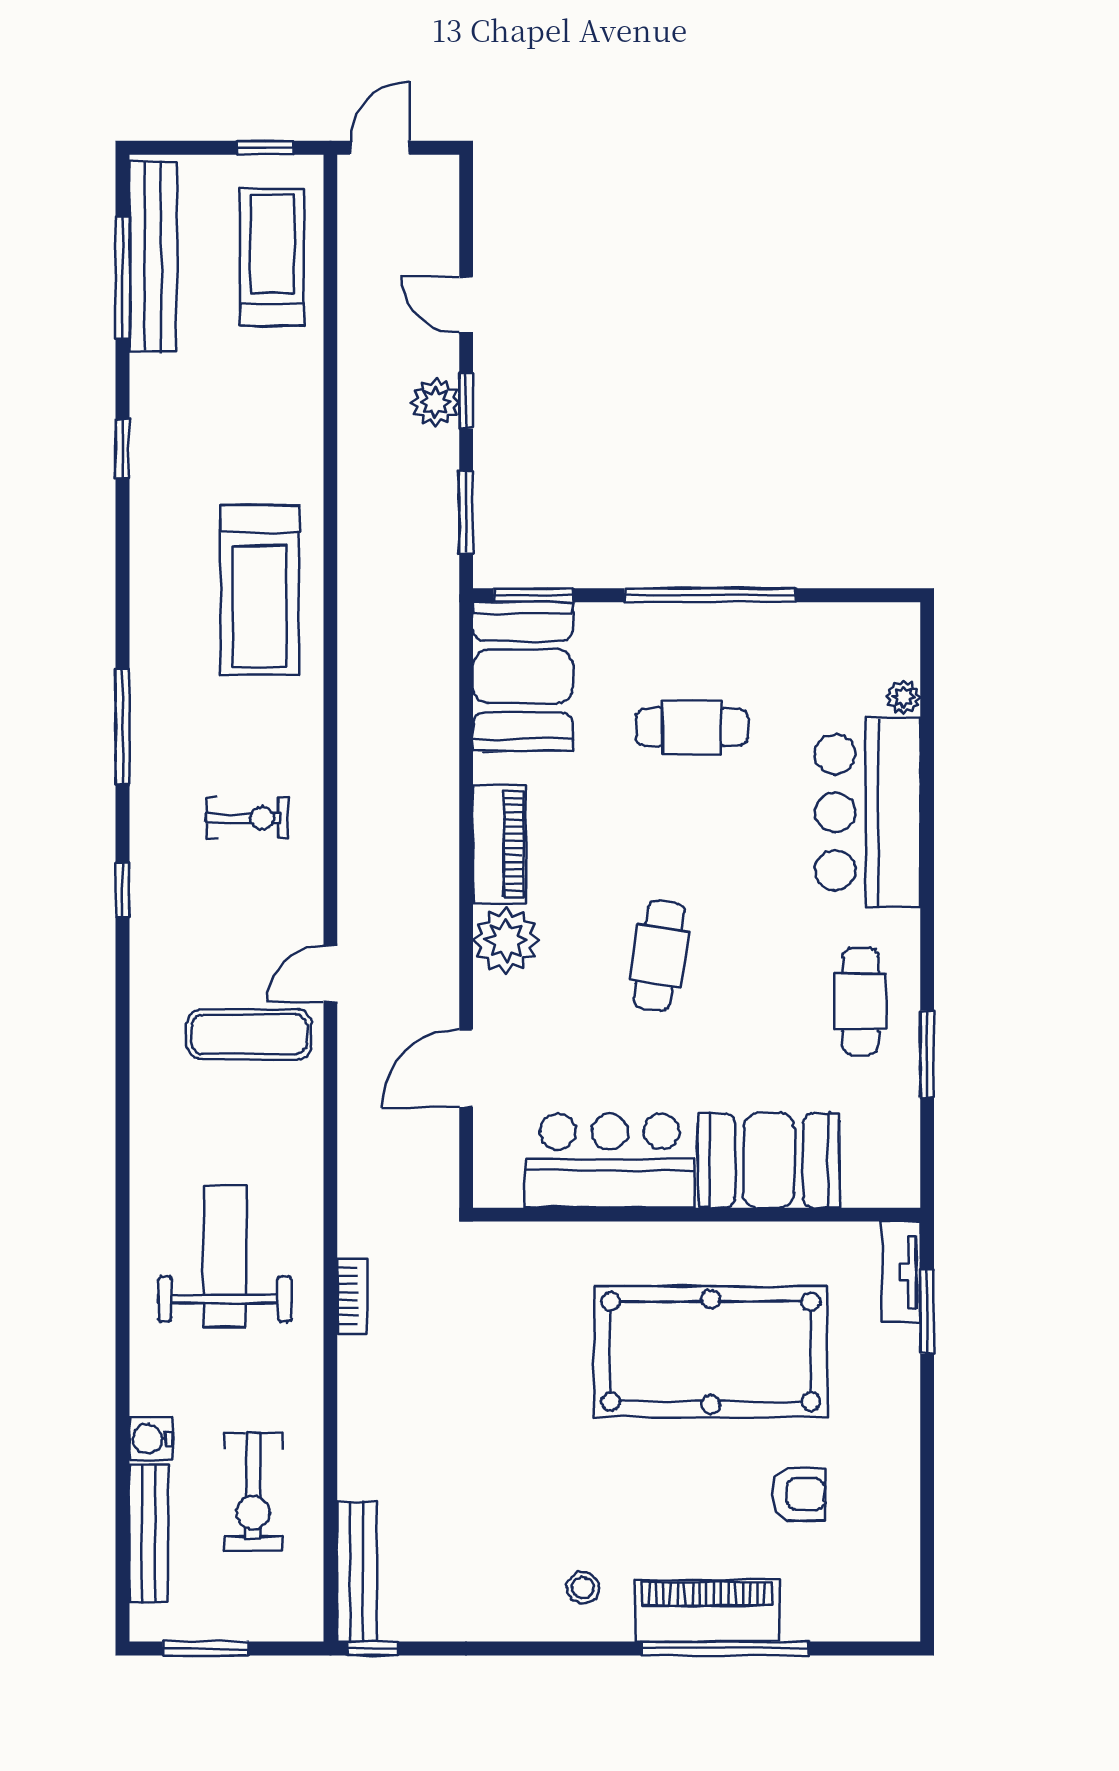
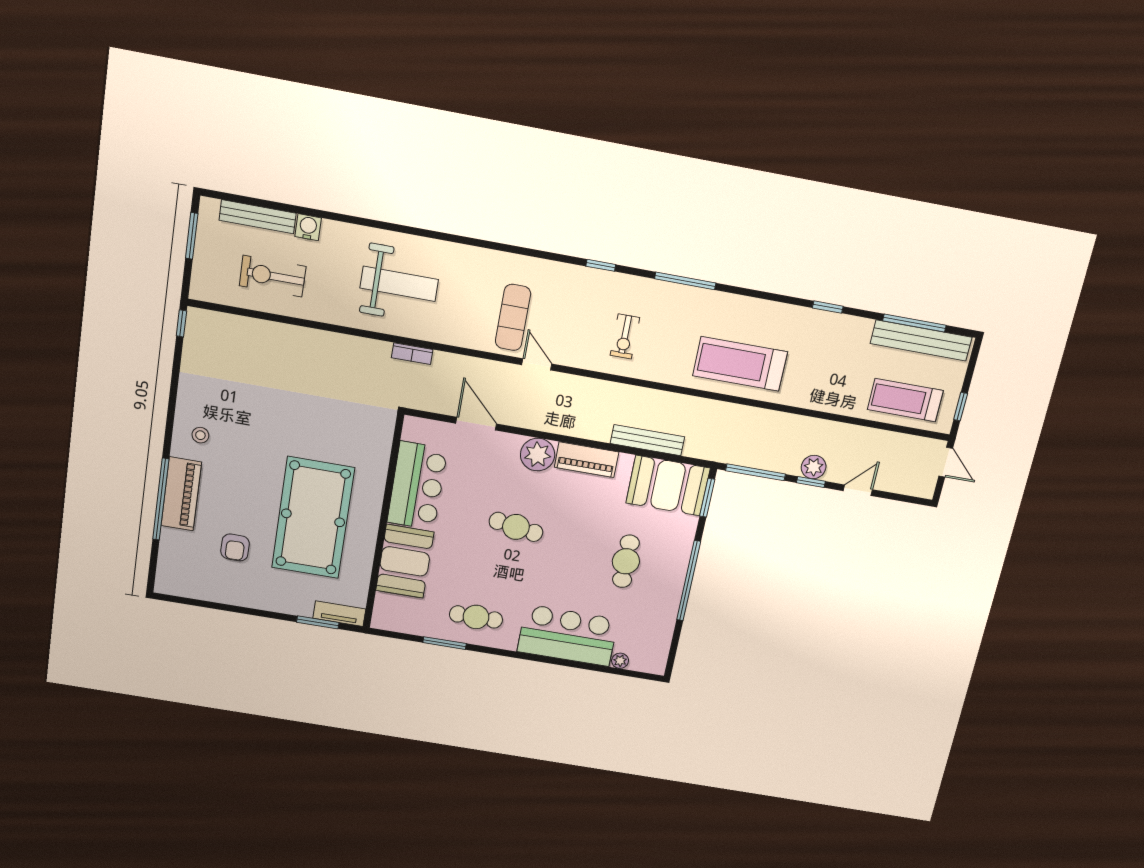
treadmill: (272, 257) -> (905, 400), turned 180
window: (466, 512) -> (756, 472), width x1.44
bookcase: (352, 1296) -> (412, 354), moved
bench: (357, 1572) -> (647, 440), moved

